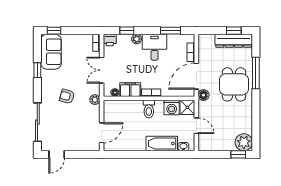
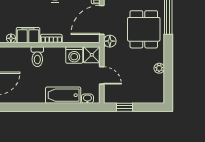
toilet: (149, 109) -> (37, 57), moved
plant: (244, 142) -> (159, 68), moved, width x0.53, depth x0.53
window: (238, 154) -> (125, 107), moved

